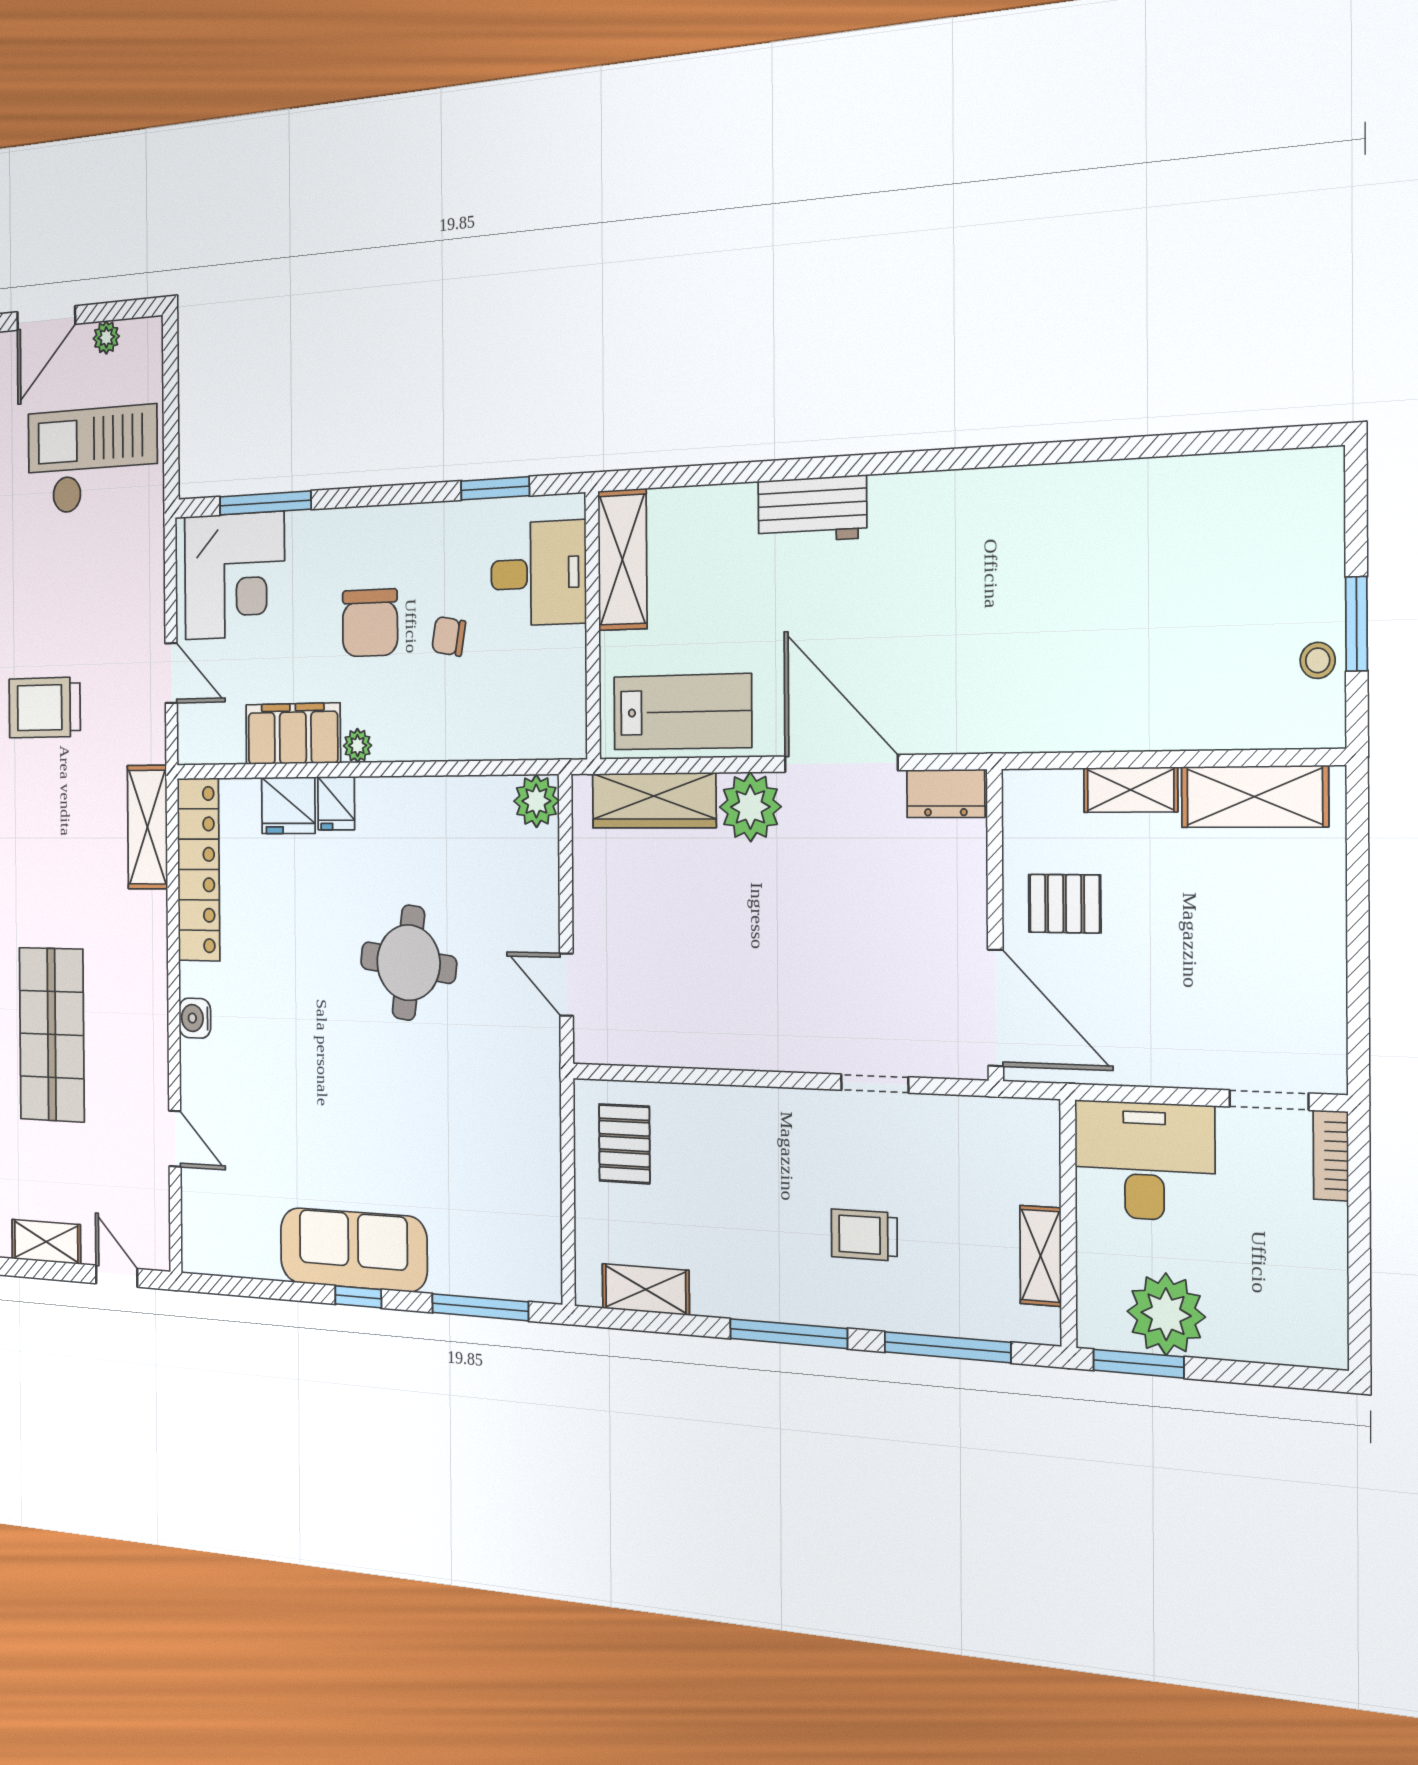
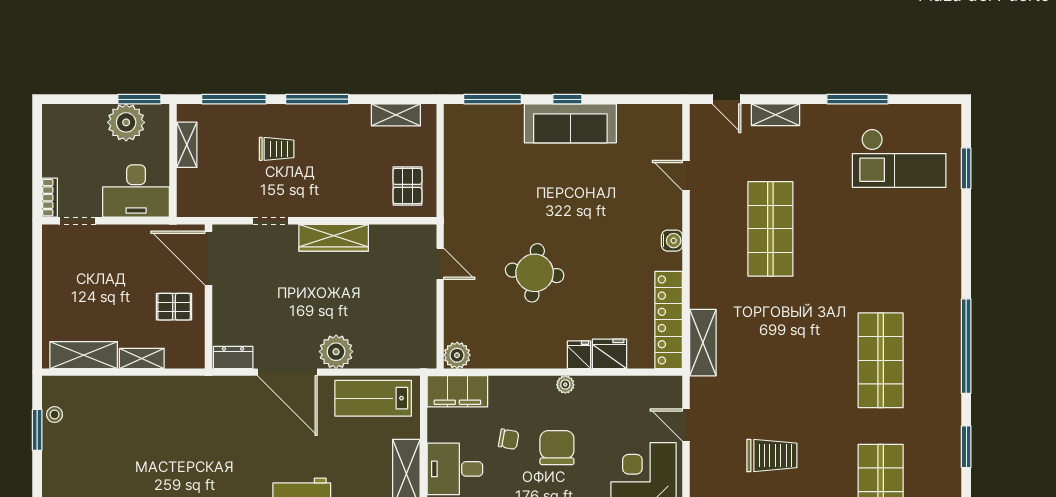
trolley: (45, 708) -> (772, 455), moved
filing cabinet: (293, 734) -> (457, 391), moved
wardrobe: (654, 800) -> (334, 238), moved, turned 180

